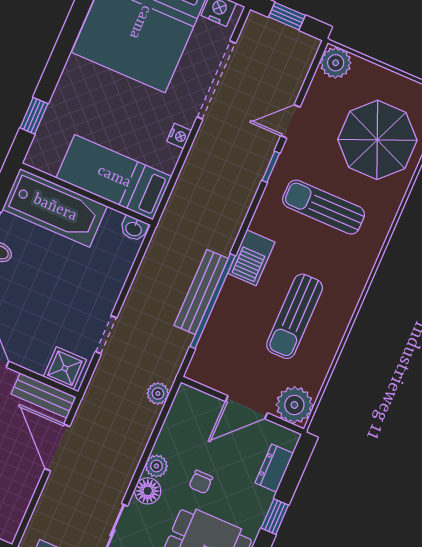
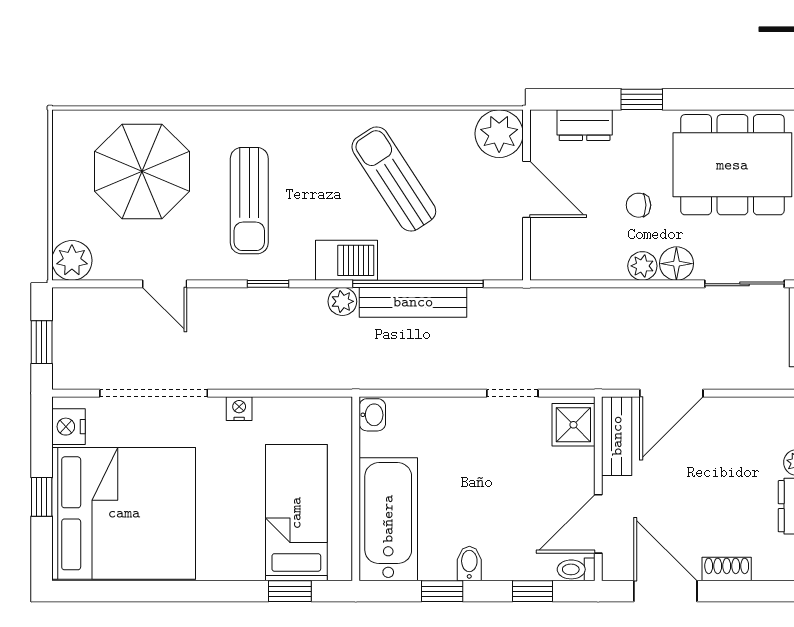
window: (271, 167) -> (268, 284), moved
bed: (114, 177) -> (296, 513), moved, turned 180
sun lounger: (295, 316) -> (394, 179), turned -123
plant: (158, 393) -> (342, 301), moved
chair: (201, 482) -> (638, 205), turned 180

